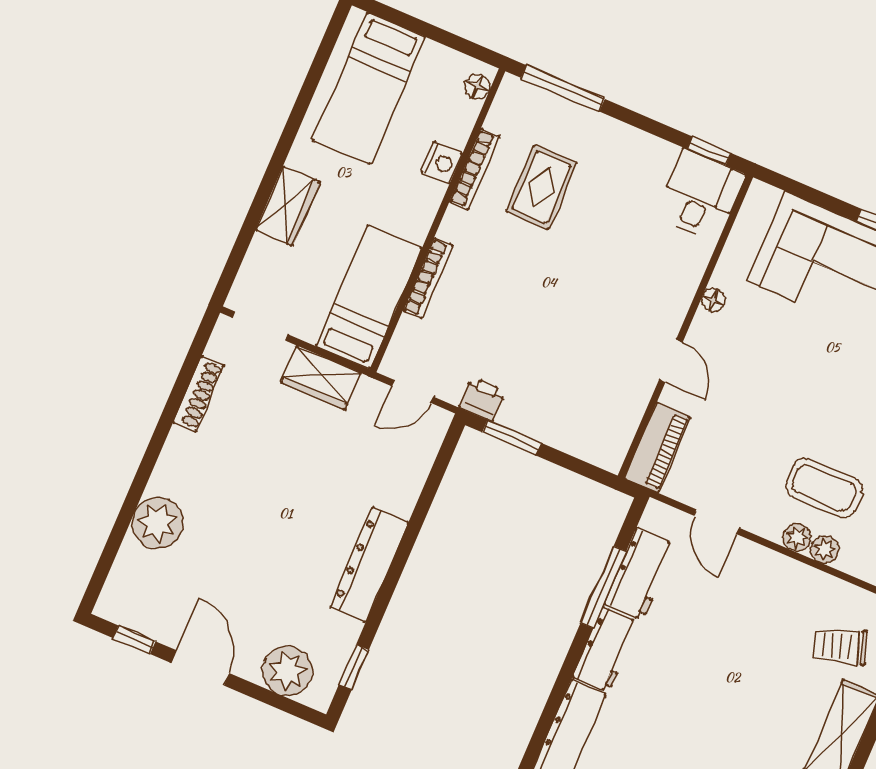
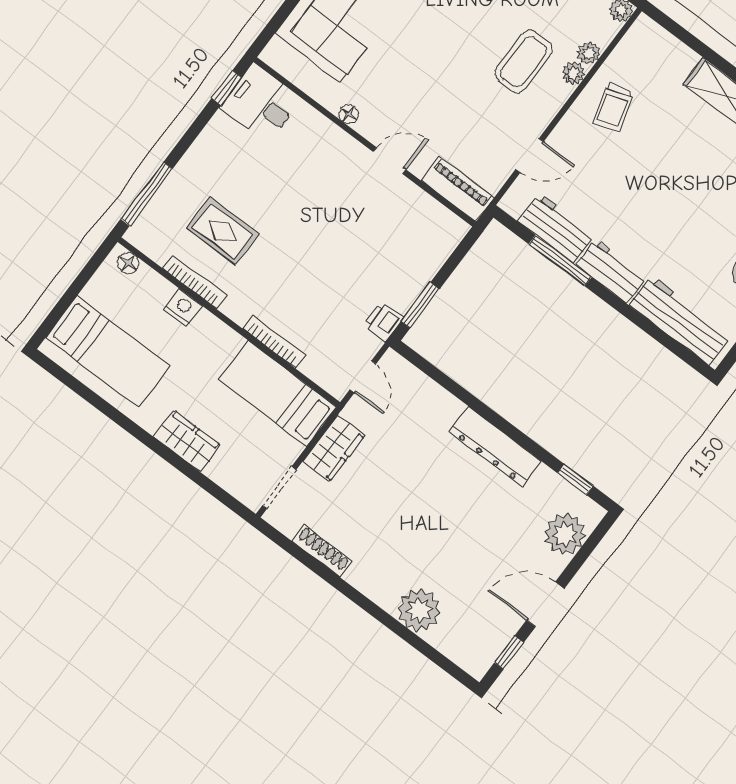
plant: (797, 538) -> (589, 53), moved
trolley: (840, 646) -> (613, 107), moved

